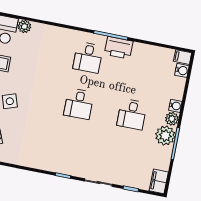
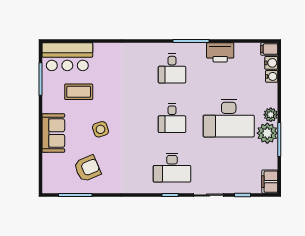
plant: (24, 26) -> (100, 50), removed
printer: (119, 48) -> (220, 52), moved
water cooler: (175, 106) -> (272, 76), moved
desk: (132, 114) -> (229, 118), width x1.87, depth x1.30
desk: (70, 150) -> (172, 168), added

